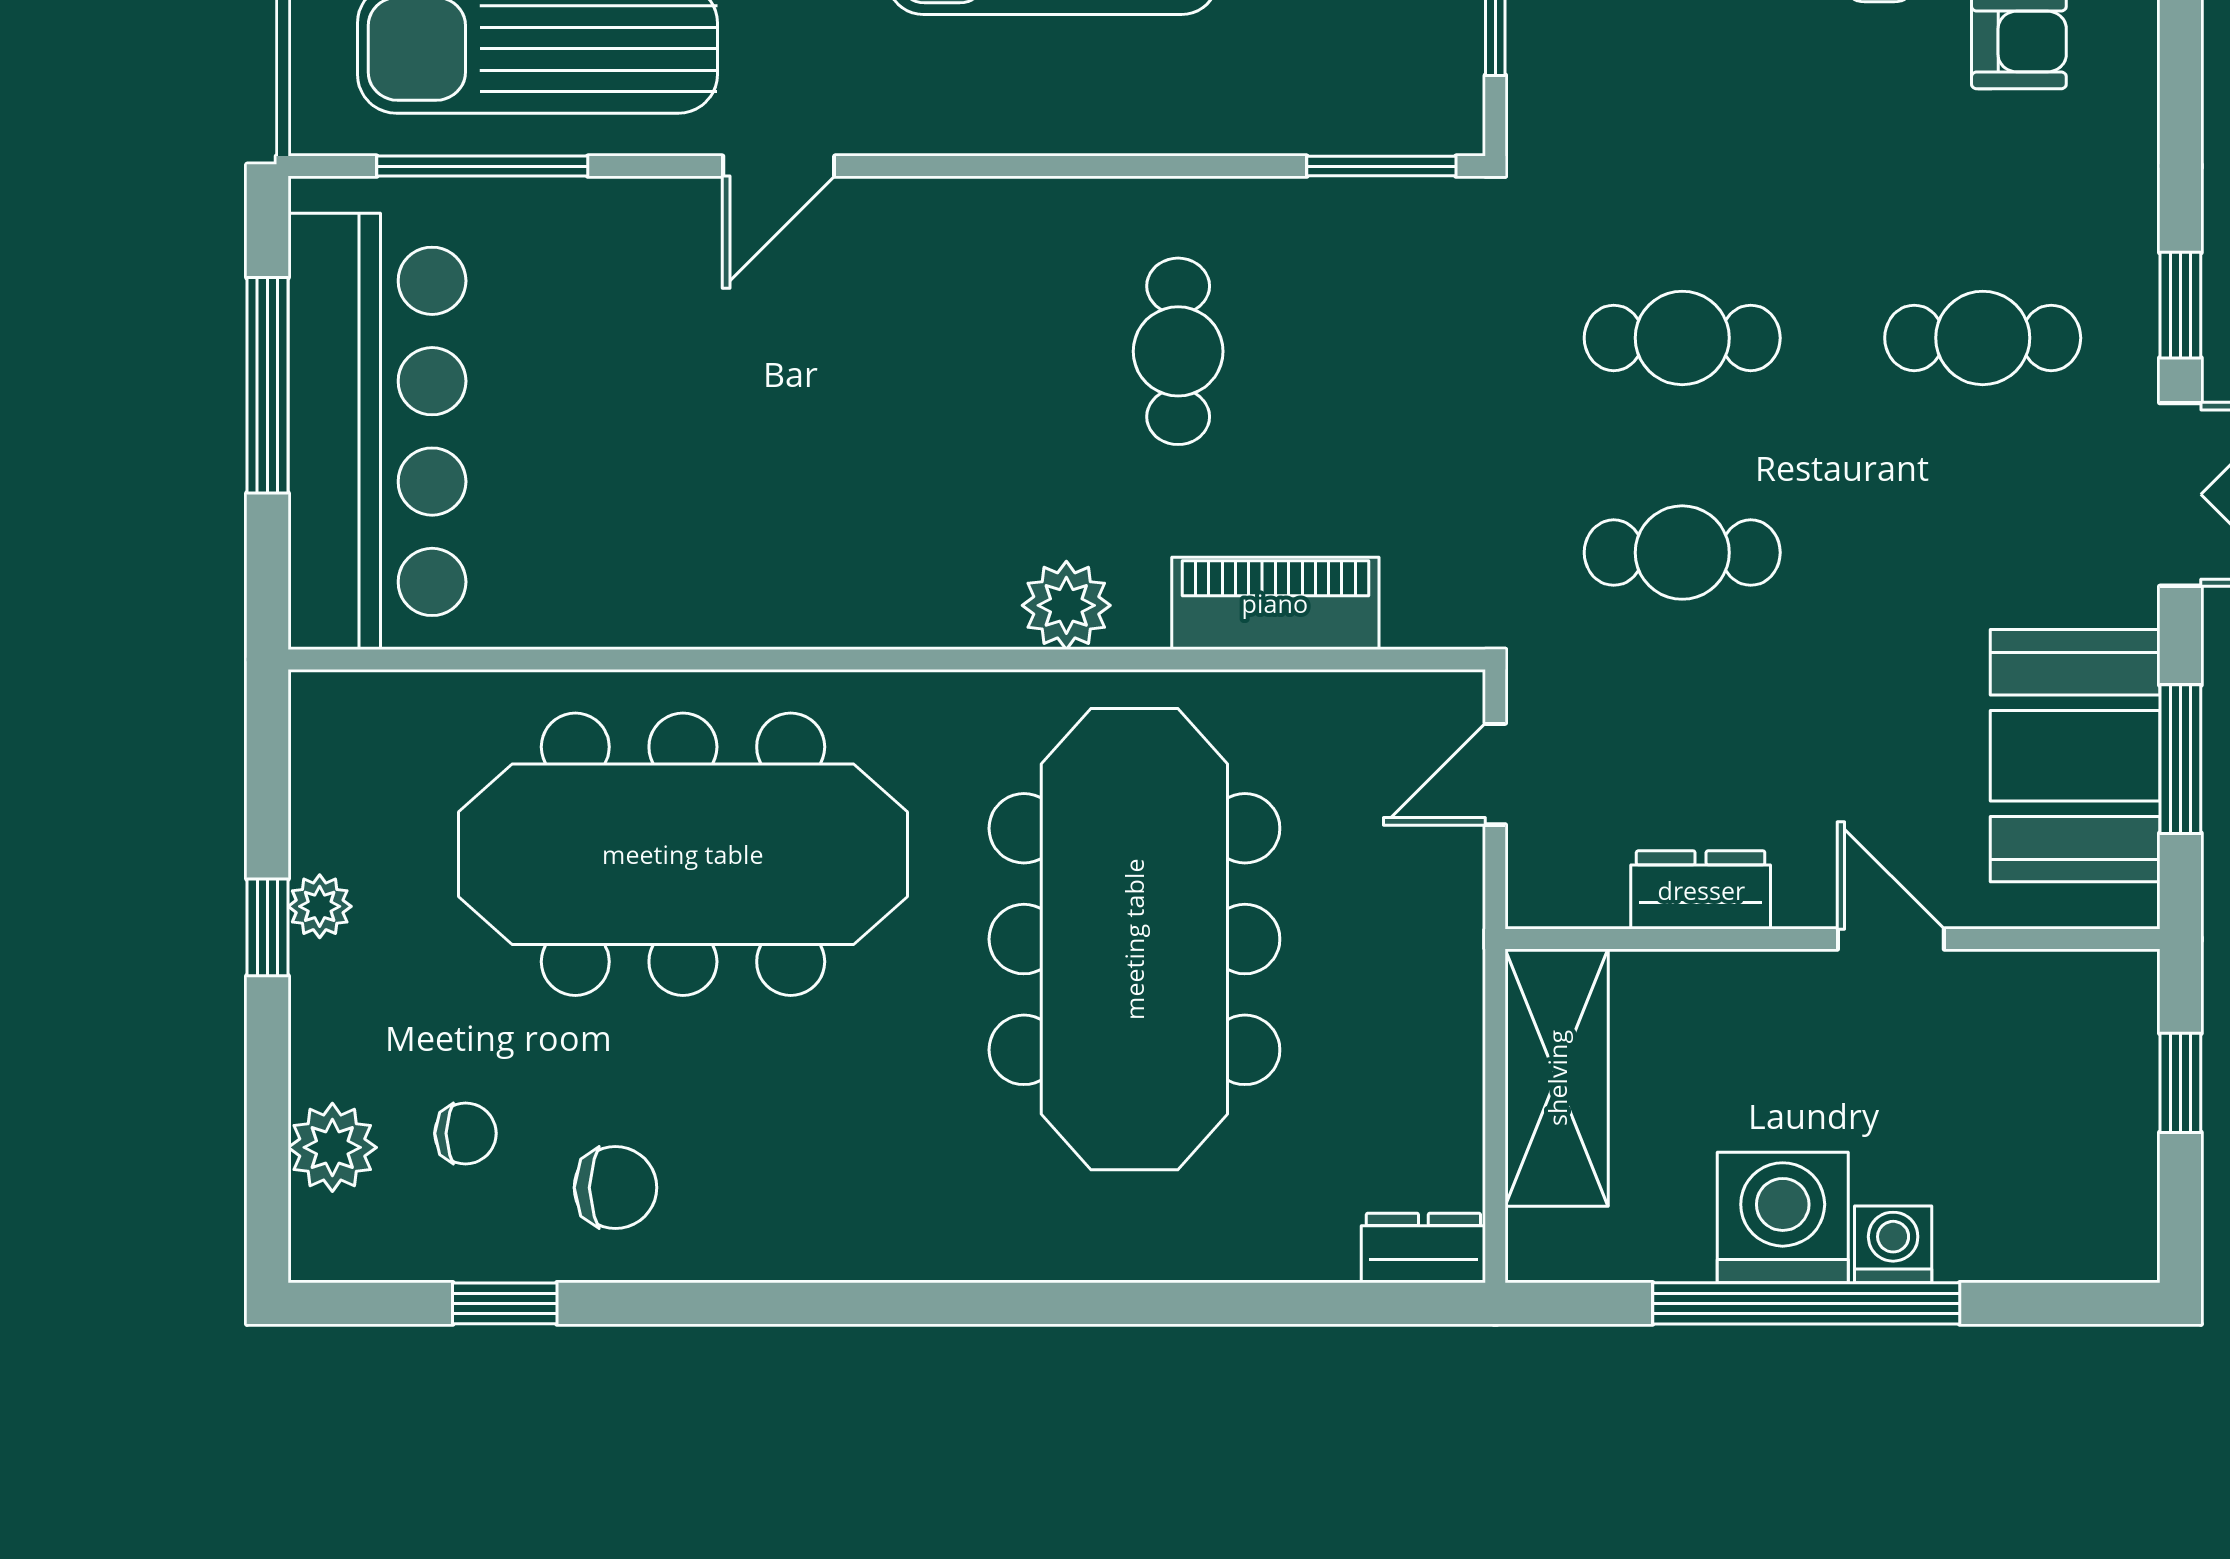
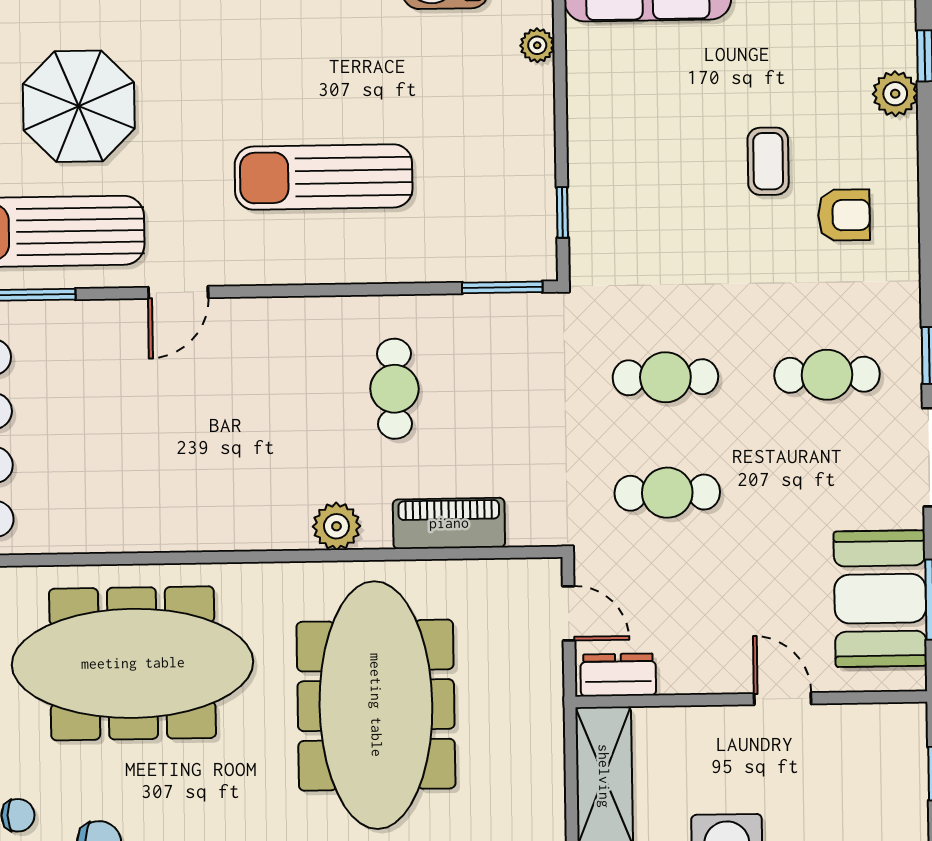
door: (1495, 774) -> (569, 613), swing flipped
dresser: (1701, 890) -> (618, 675), moved

